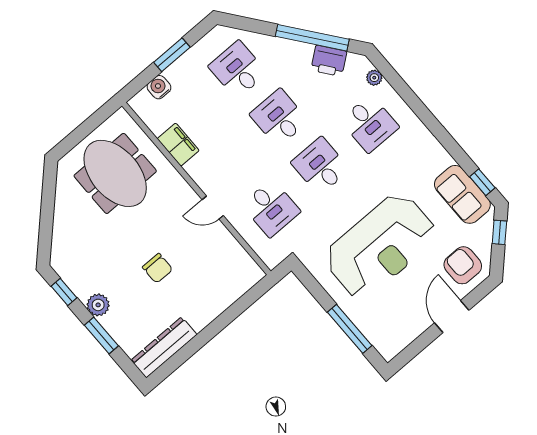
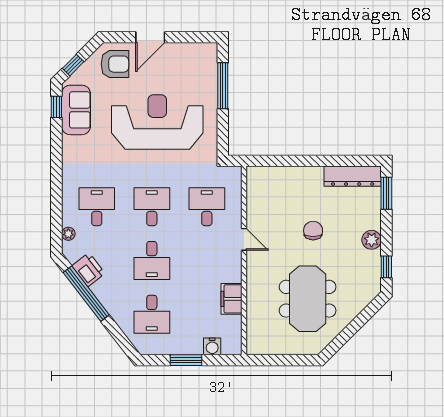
desk: (320, 166) -> (152, 207), turned 180
meeting table: (115, 173) -> (308, 299), moved
armchair: (463, 265) -> (115, 64), turned -90
window: (101, 336) -> (386, 193), moved

